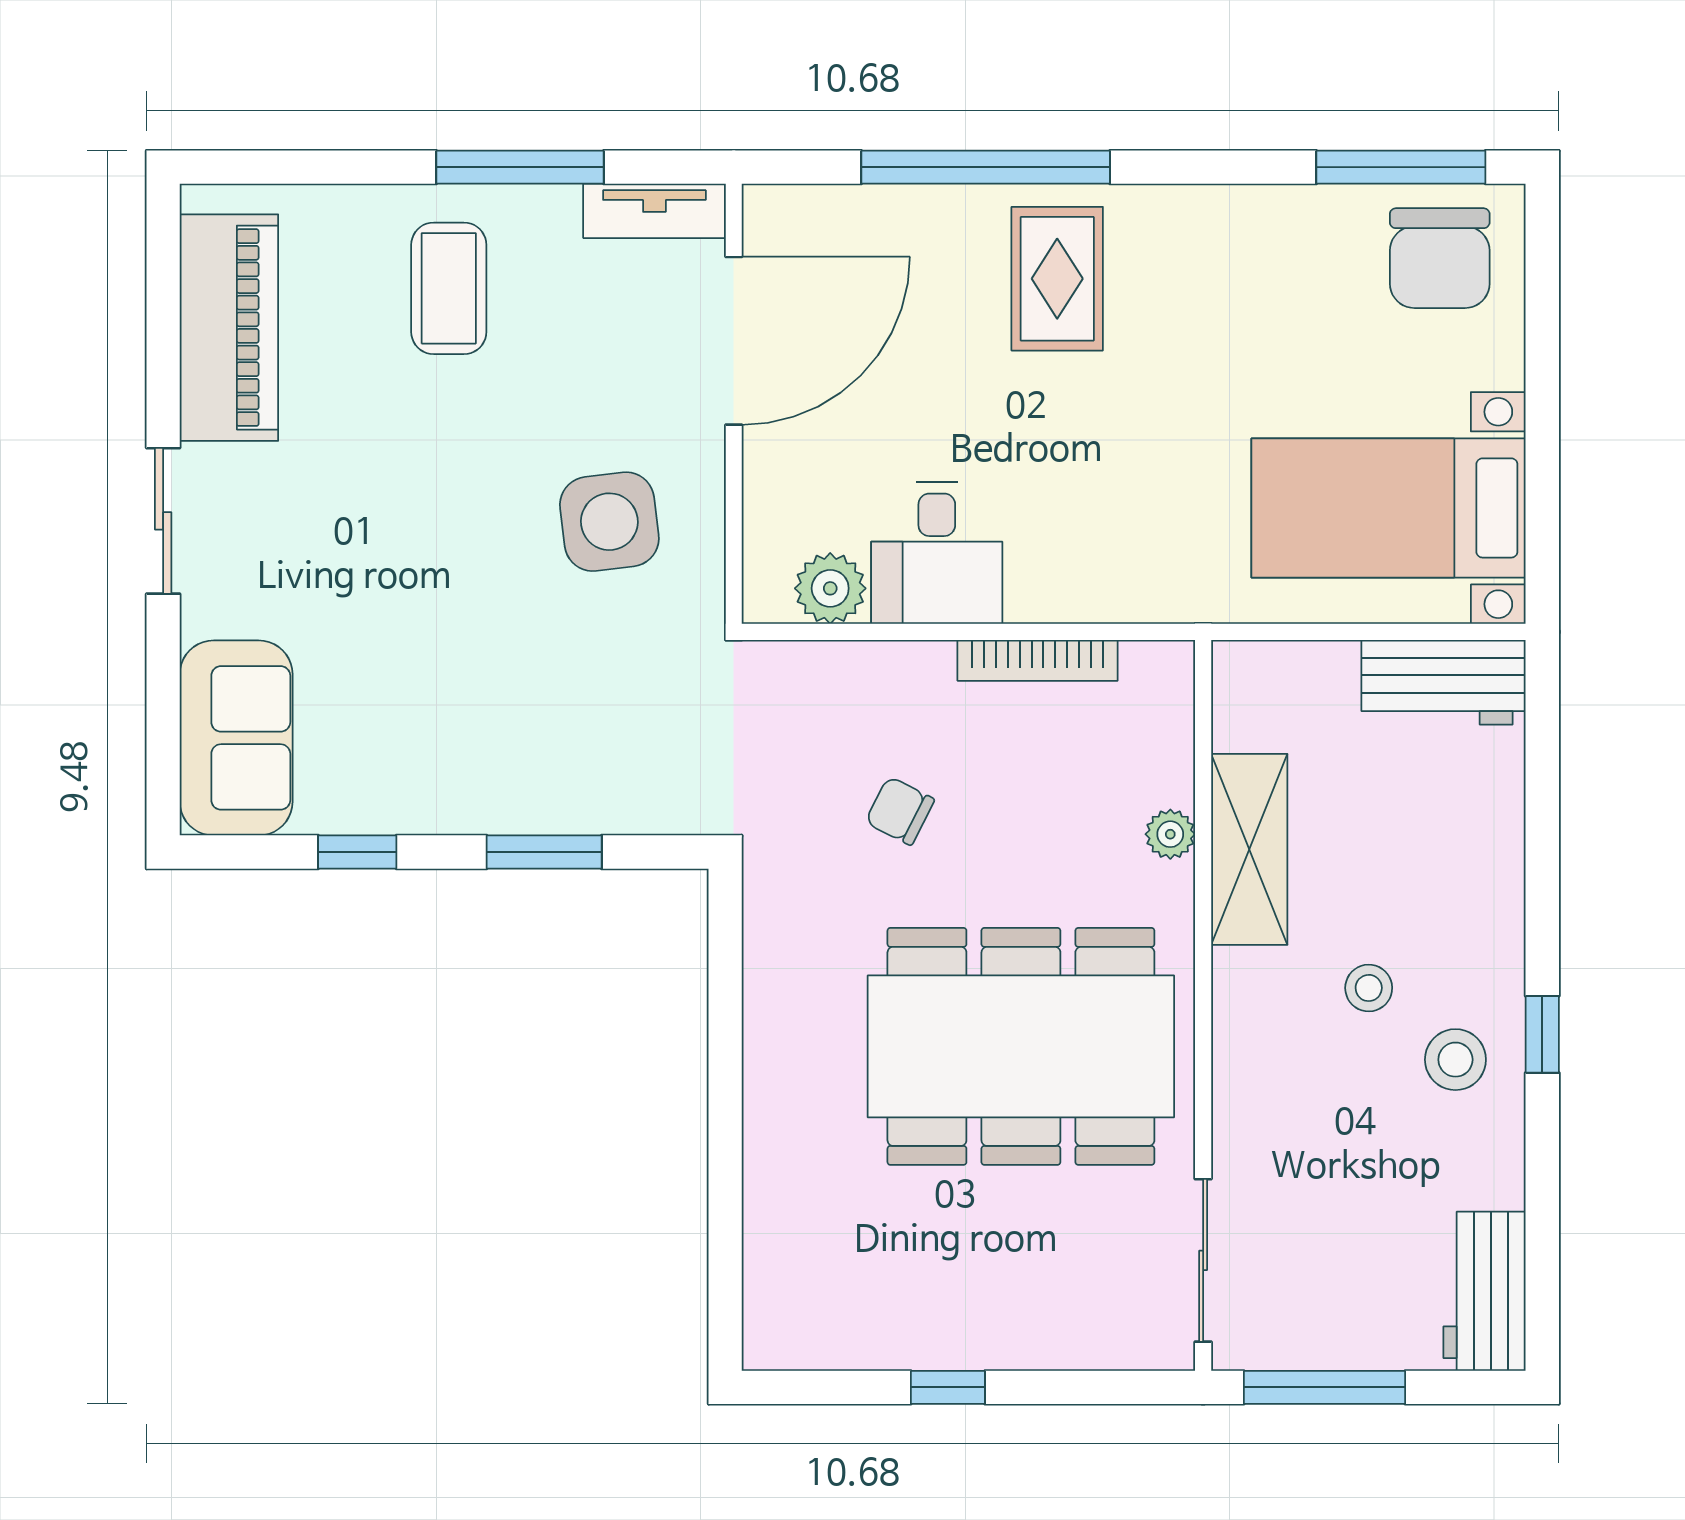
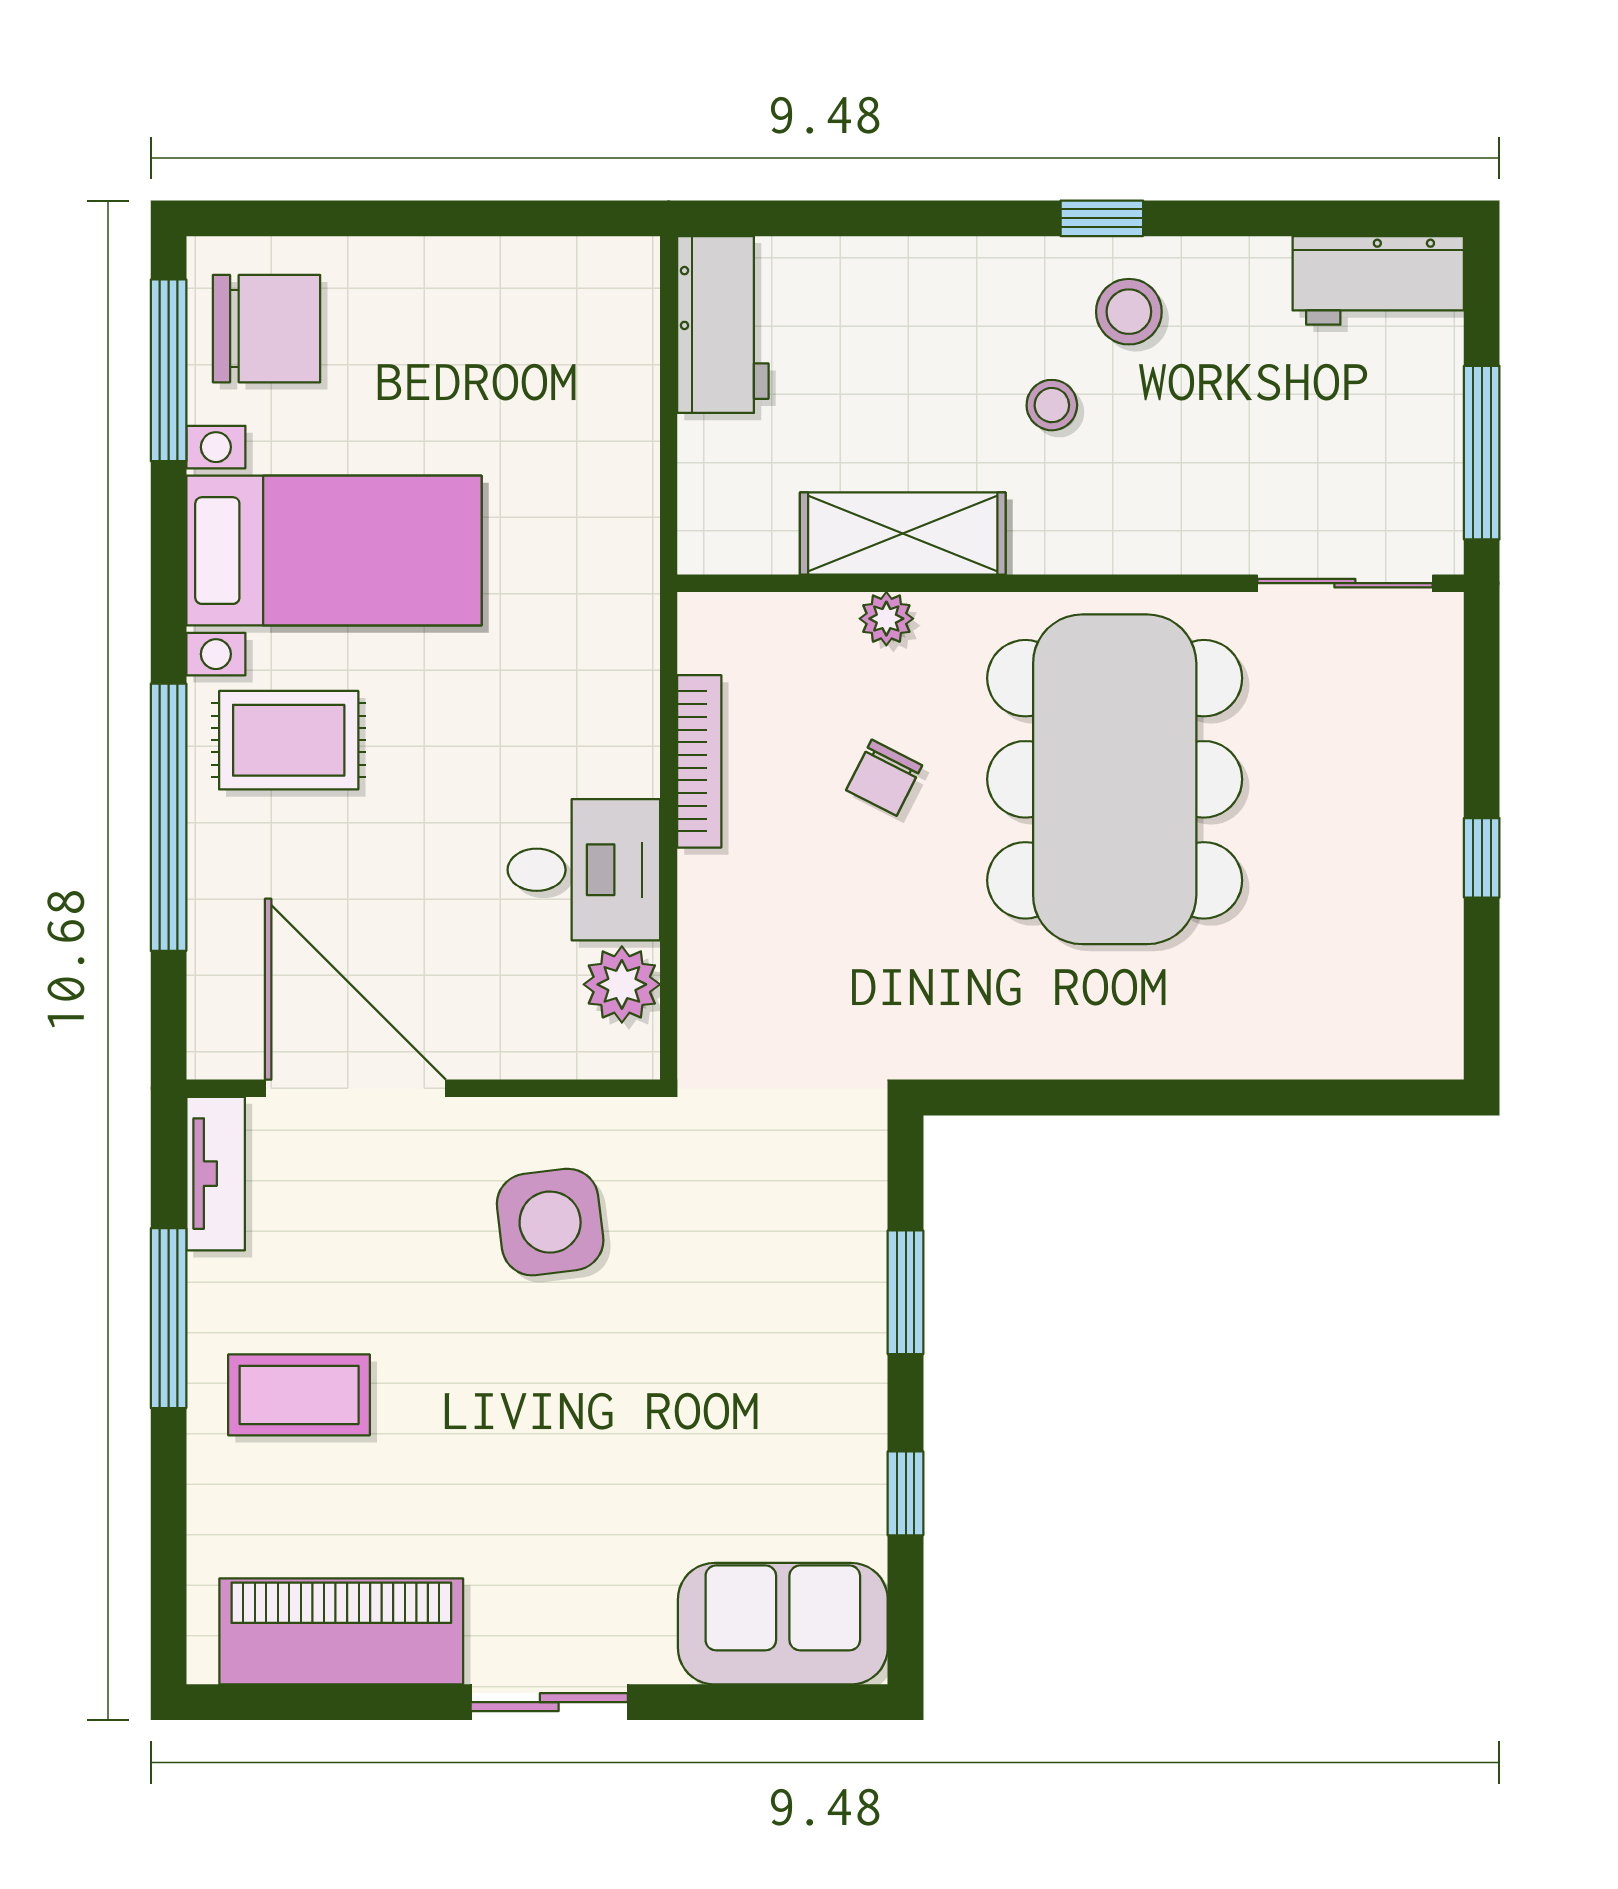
bed with nightstands: (1389, 508) -> (334, 551), moved, turned -90
chair: (900, 811) -> (884, 778), moved

